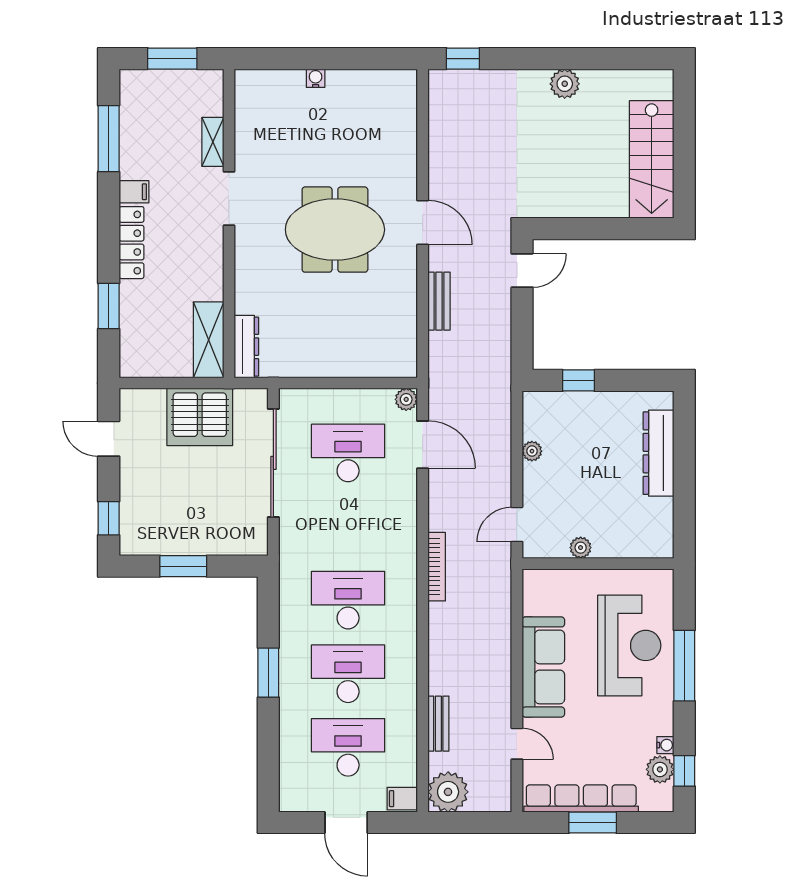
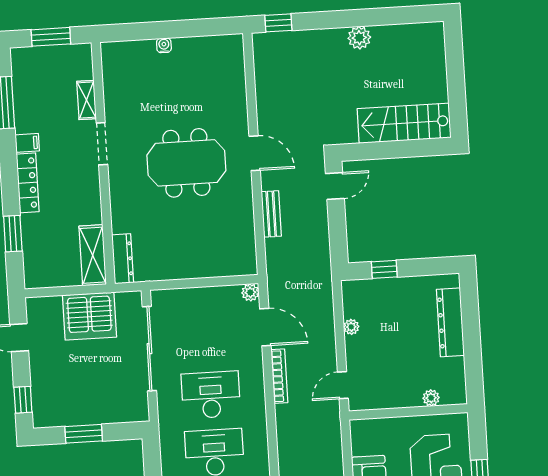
stairs: (652, 159) -> (404, 123), moved, turned 90
desk: (348, 453) -> (211, 395), moved
plant: (581, 548) -> (431, 398), moved
bookcase: (437, 567) -> (279, 376), moved

